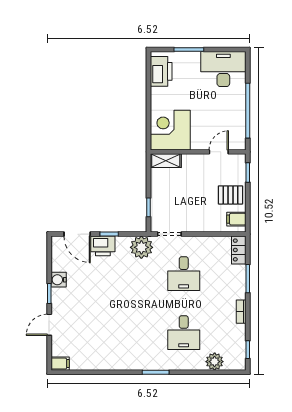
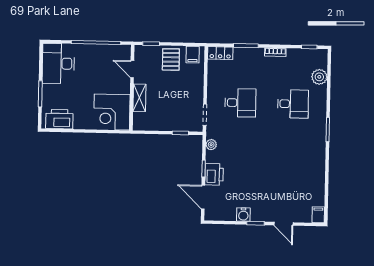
shelving: (166, 161) -> (139, 98), moved
door: (77, 234) -> (203, 197), swing flipped
plant: (141, 247) -> (211, 145), width x0.53, depth x0.53

